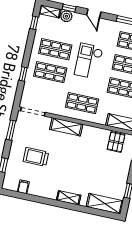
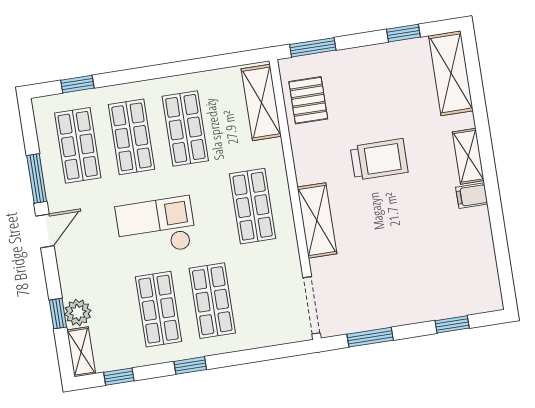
door: (94, 13) -> (45, 231), moved
checkout: (89, 61) -> (156, 227), turned 180
window: (23, 74) -> (190, 365), moved
pallet: (116, 142) -> (308, 100), turned 90
trolley: (36, 157) -> (379, 159), moved, turned -90
filing cabinet: (23, 187) -> (472, 196), moved

